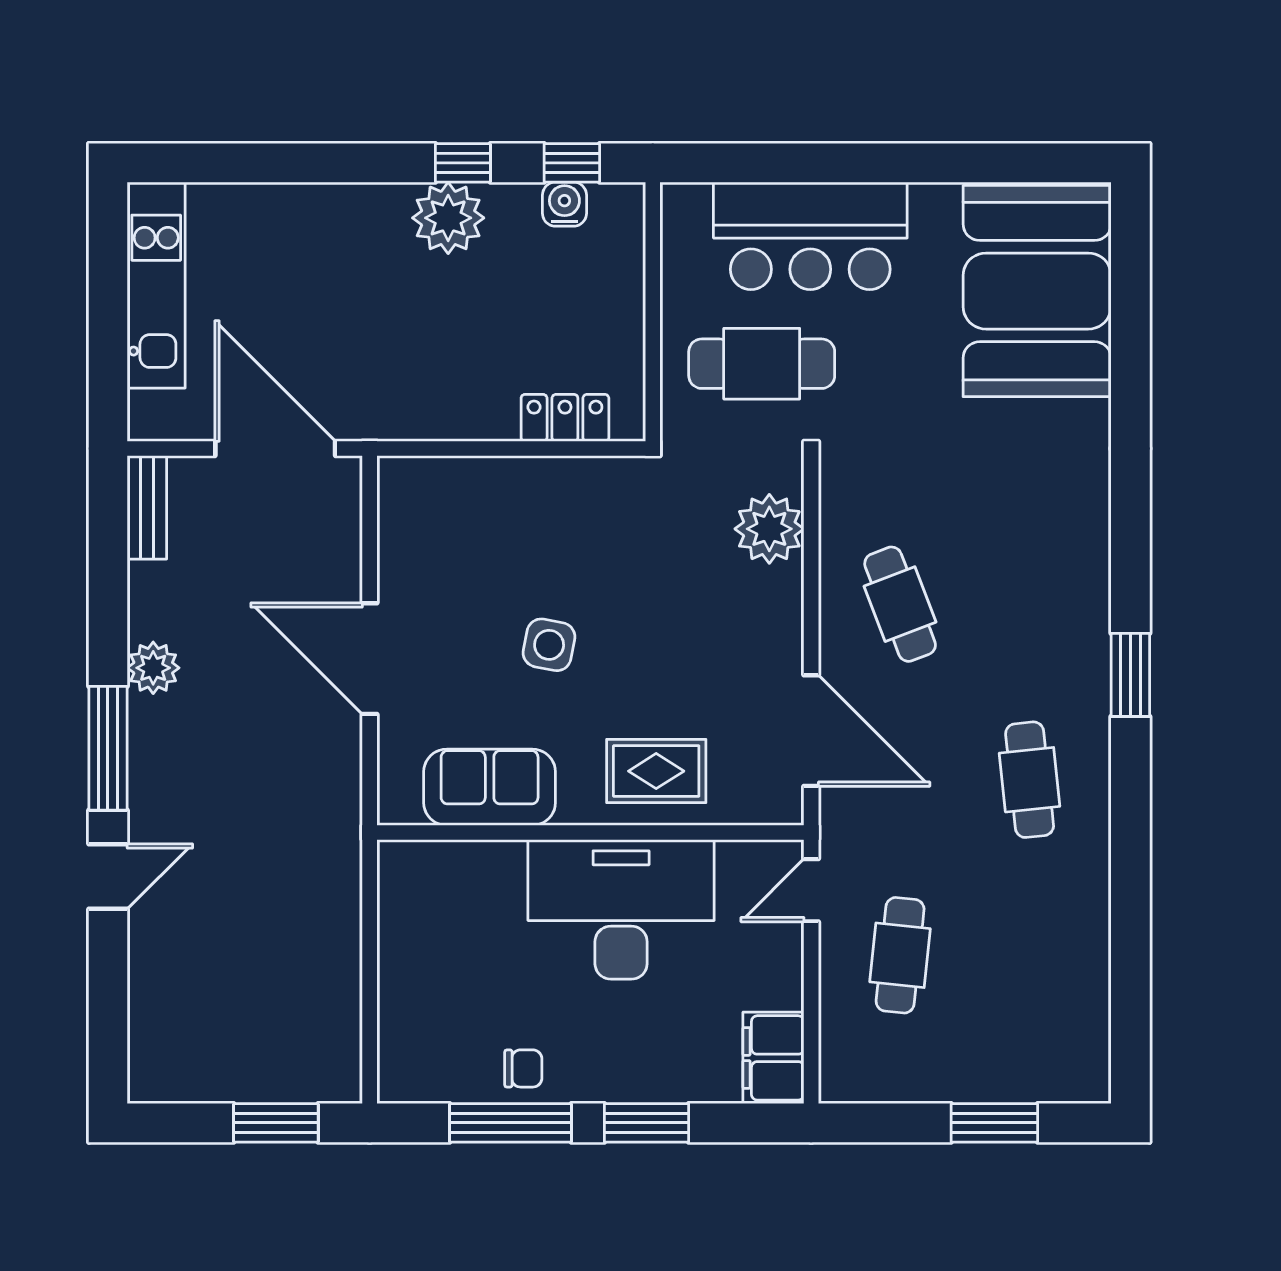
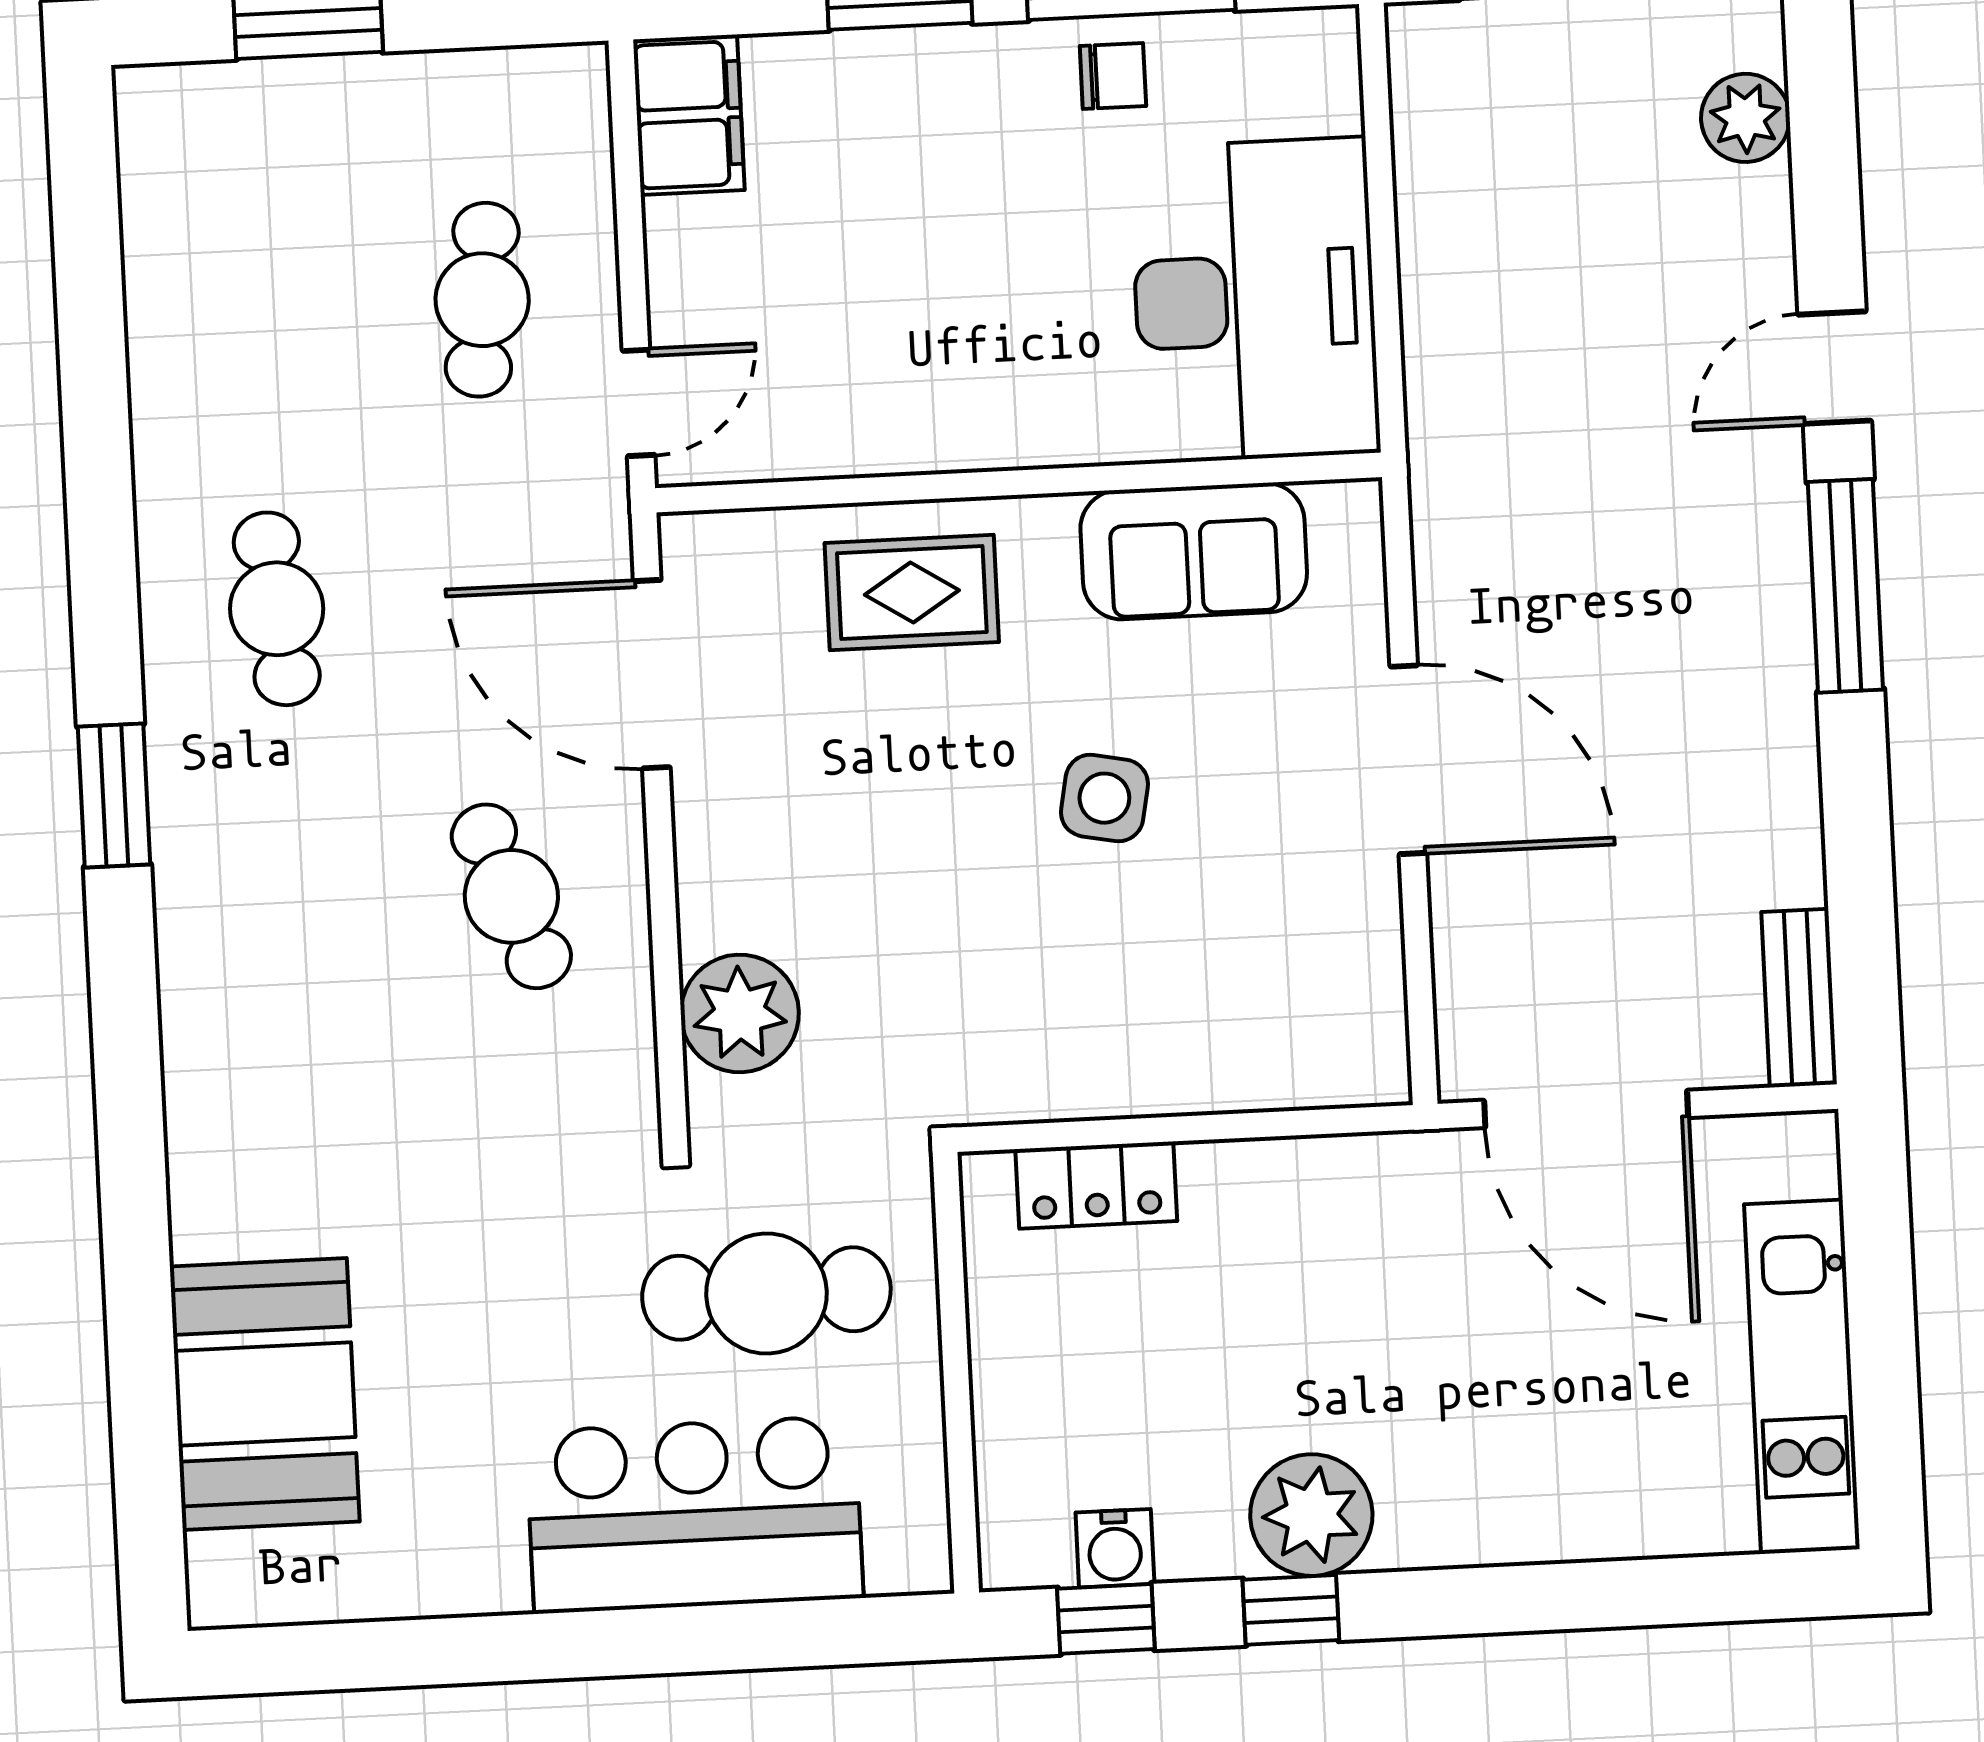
booth: (1037, 291) -> (265, 1394), width x0.73, depth x0.70
plant: (153, 668) -> (1745, 118), moved
desk: (621, 909) -> (1255, 300), moved, turned -90
chair: (523, 1068) -> (1113, 76), turned 180

